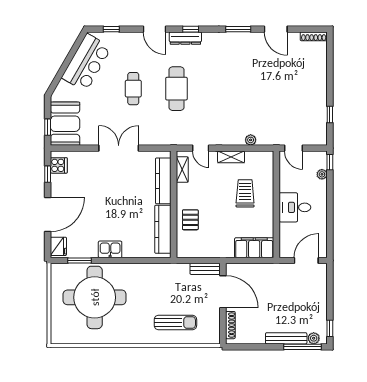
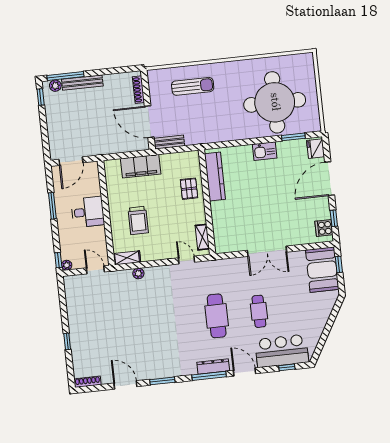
window: (191, 29) -> (209, 376), width x2.17
bar counter: (86, 63) -> (282, 351), moved, turned 60
window: (330, 115) -> (67, 341), moved
shelving: (231, 157) -> (127, 258), moved
plant: (322, 174) -> (67, 265), moved
kitchen counter: (163, 181) -> (220, 224), removed
window: (330, 217) -> (52, 206), added
filing cabinet: (254, 248) -> (141, 166), moved
sun lounger: (175, 322) -> (193, 86), turned 180

